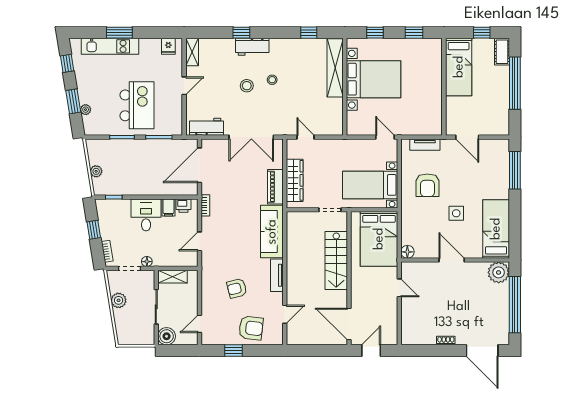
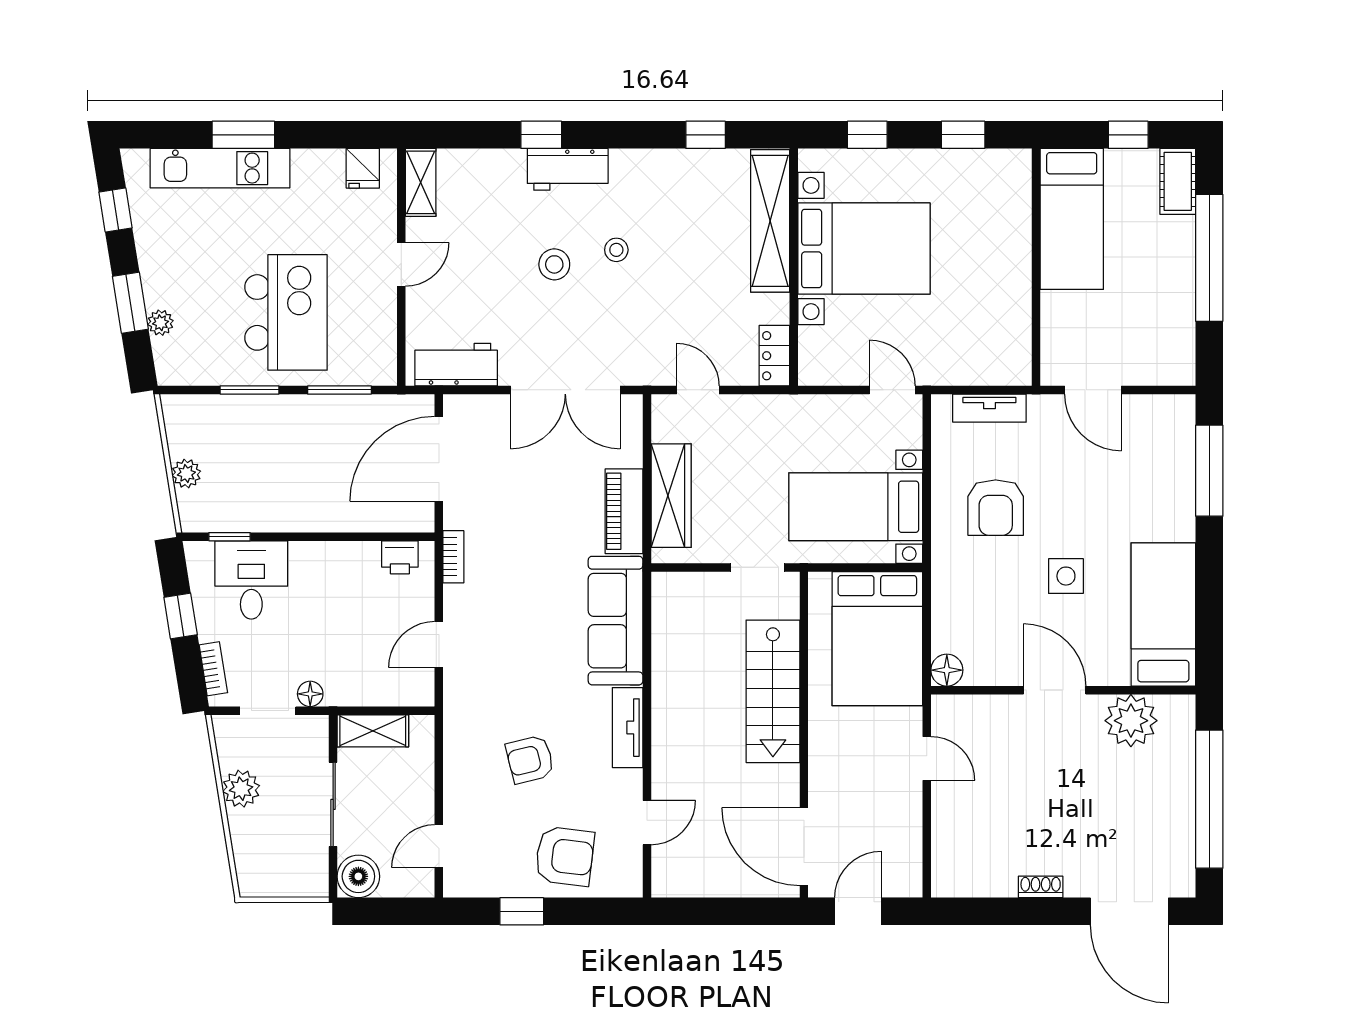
locker: (337, 123) -> (774, 356), added
filing cabinet: (168, 207) -> (363, 562), removed
desk: (146, 215) -> (251, 580), moved
plant: (499, 272) -> (1131, 721), moved

